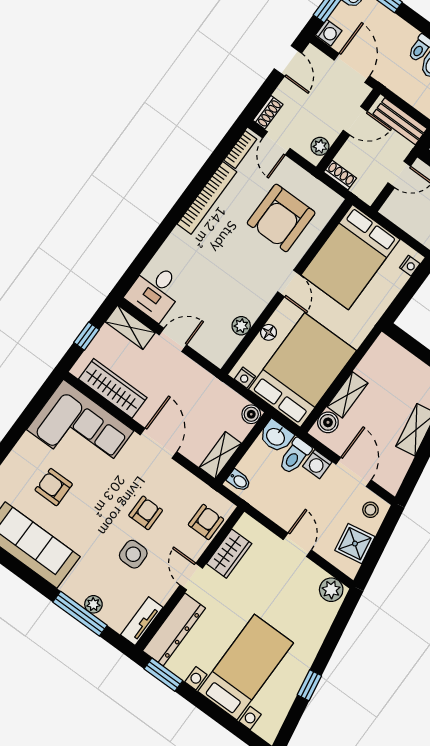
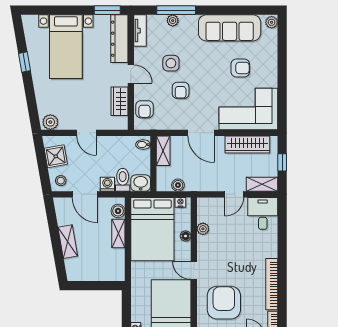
boiler: (251, 414) -> (178, 185), moved

